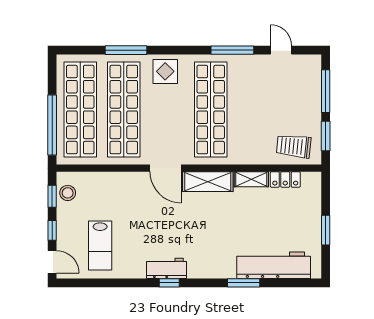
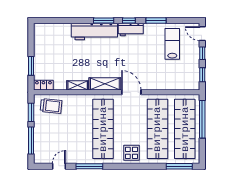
window: (126, 50) -> (179, 166), moved
door: (281, 50) -> (59, 166), swing flipped
locker: (285, 179) -> (43, 85), moved
stool: (68, 193) -> (193, 77), removed
window: (326, 230) -> (31, 66), moved
workbench: (274, 265) -> (94, 32), moved
window: (126, 283) -> (156, 20), added
window: (244, 283) -> (104, 20), moved

